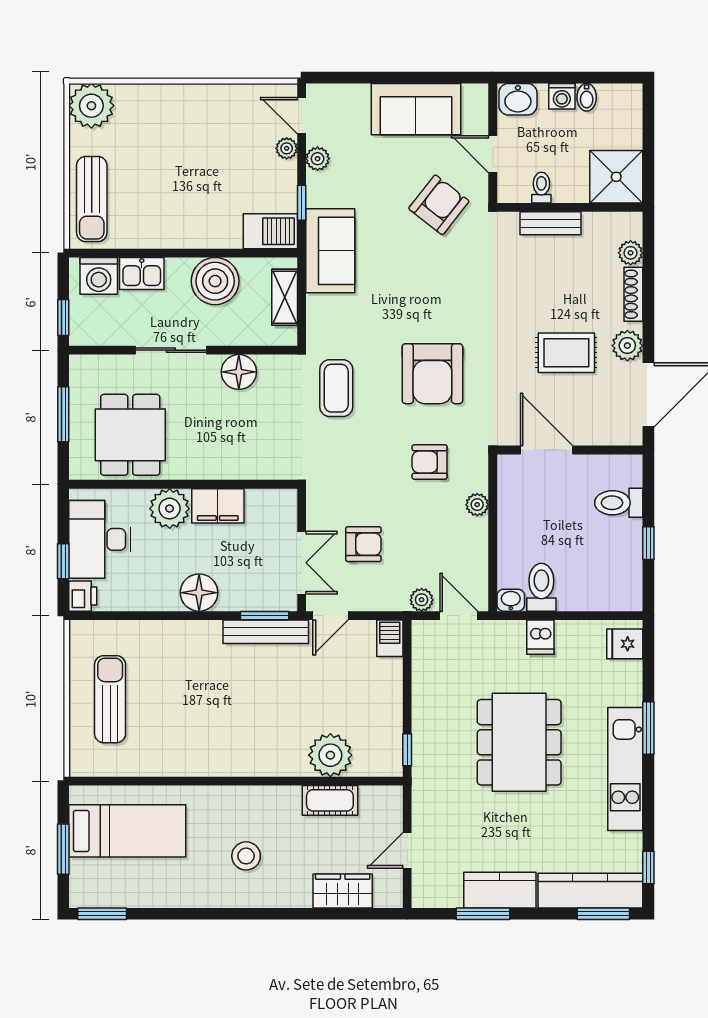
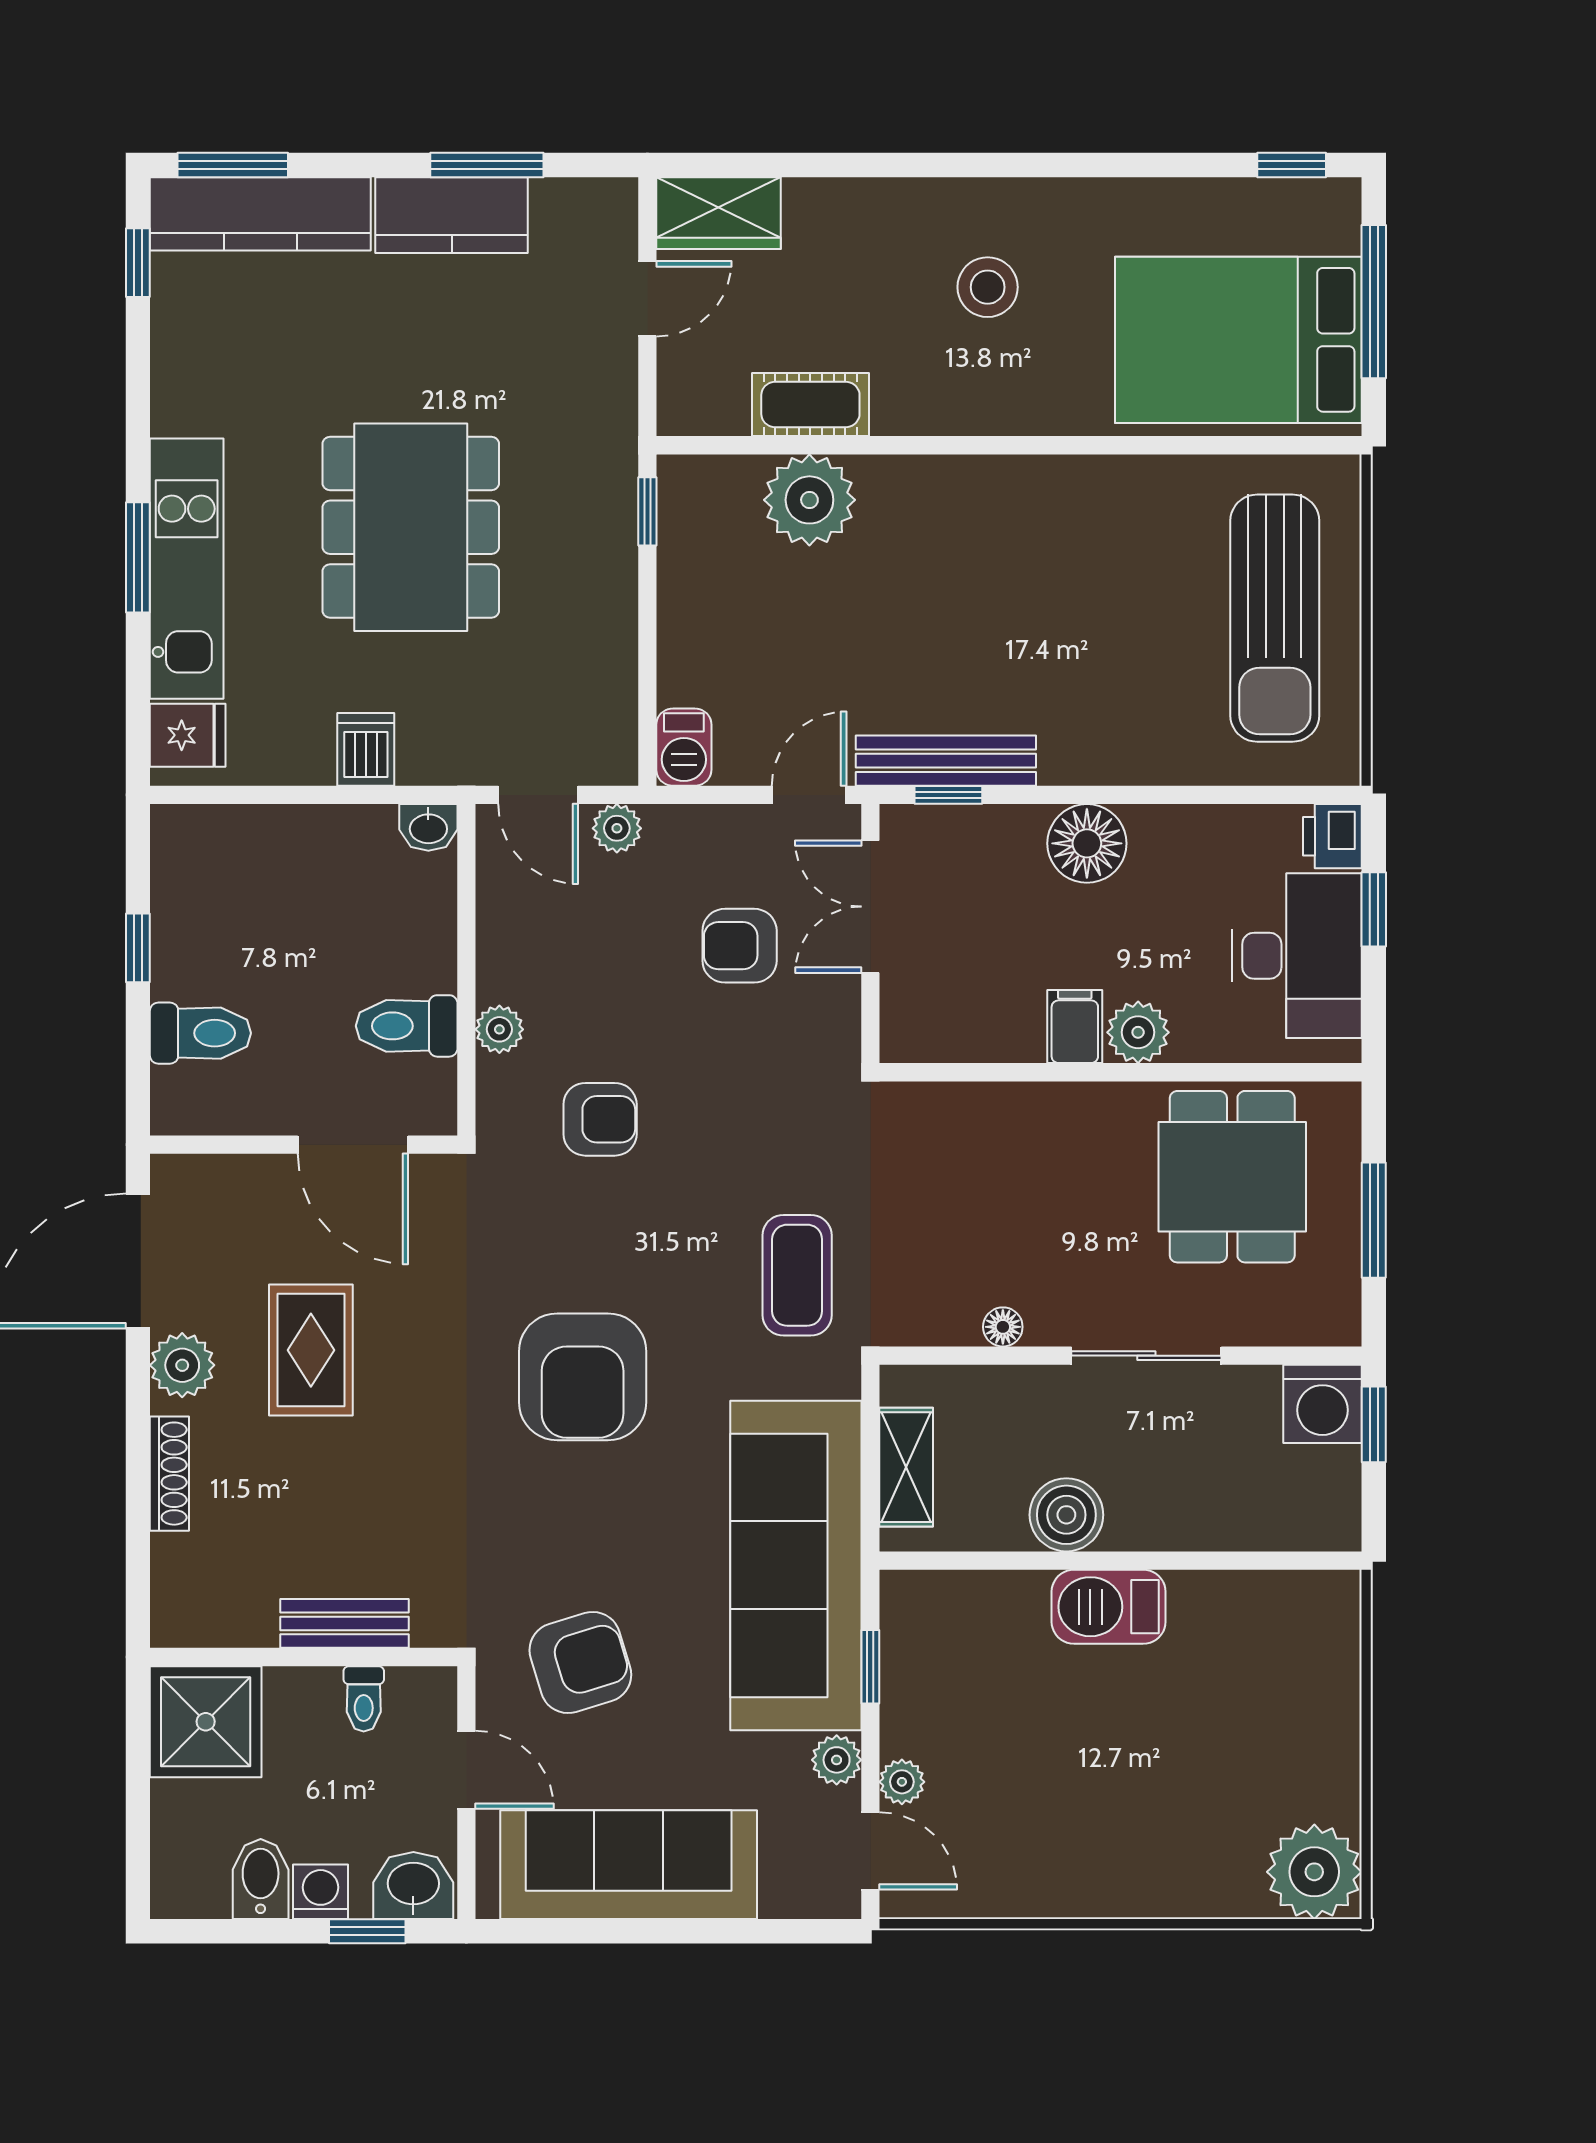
window: (540, 78) -> (367, 1931), added
bidet: (587, 97) -> (261, 1879), width x1.38, depth x1.36
sofa: (416, 109) -> (629, 1865), width x1.36
sun lounger: (92, 199) -> (1313, 1675), removed
armchair: (439, 205) -> (580, 1662), turned -145
barbecue: (270, 231) -> (1109, 1607), moved
sofa: (330, 251) -> (796, 1565), width x1.85, depth x1.27
plant: (631, 253) -> (175, 1561), removed
kitchen sink: (142, 273) -> (1208, 1517), removed
washing machine: (99, 276) -> (1322, 1404), moved, turned 180
boiler: (215, 281) -> (1066, 1515), width x0.73, depth x0.73
rug: (566, 353) -> (311, 1350), turned 90
floor lamp: (239, 372) -> (1003, 1327), width x0.53, depth x0.53
armchair: (432, 374) -> (583, 1377), moved, turned 180
filing cabinet: (218, 506) -> (1075, 1027), width x0.50
plant: (170, 509) -> (1138, 1032), width x0.73, depth x0.73
toilet: (541, 587) -> (407, 1026), moved, turned 90
window: (265, 616) -> (948, 795), width x0.67
sun lounger: (110, 699) -> (1275, 618), width x1.36, depth x1.34
kitchen unit: (625, 769) -> (187, 569), moved
bed: (127, 831) -> (1238, 340), width x1.50
window: (63, 849) -> (1374, 302), width x1.44
wardrobe: (343, 891) -> (719, 213), moved
window: (102, 914) -> (1292, 165), width x0.67

